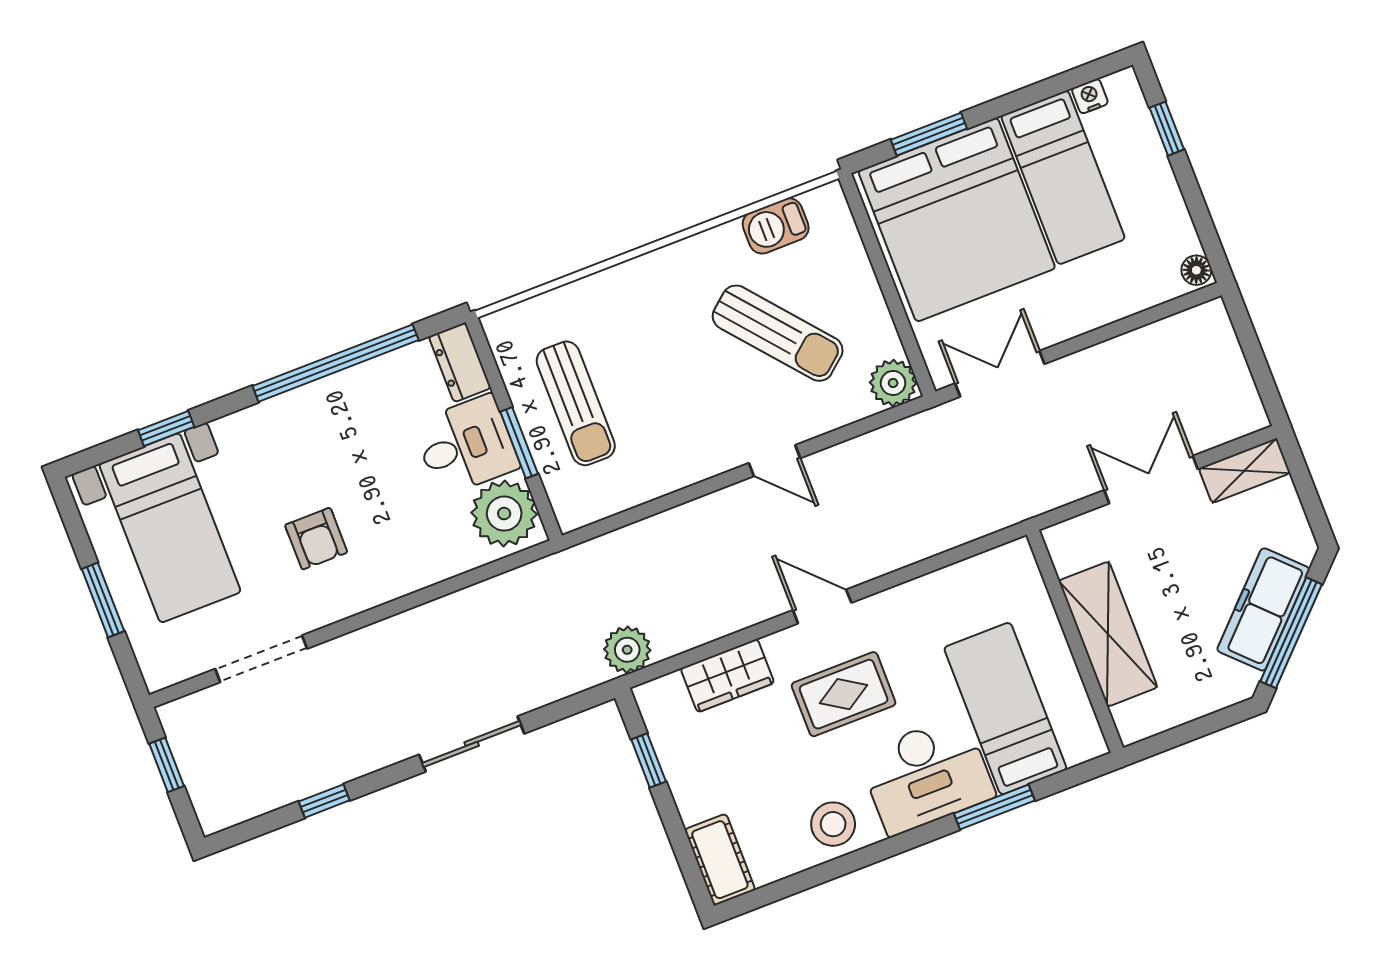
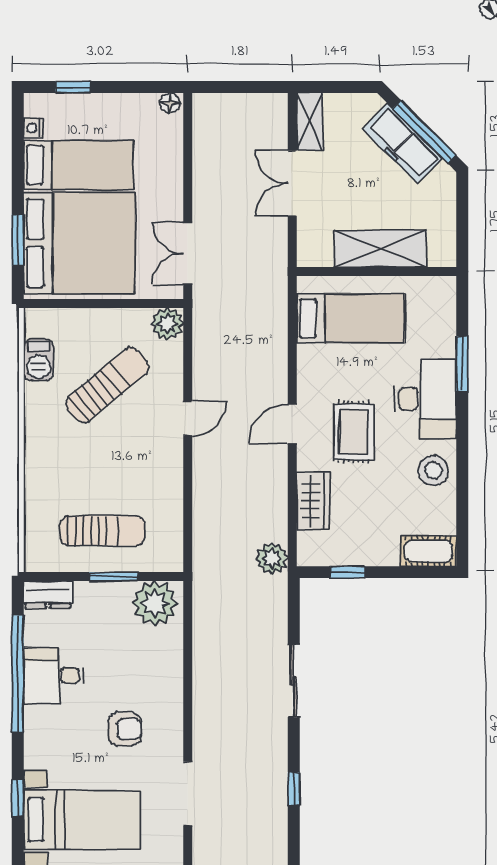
desk: (466, 445) -> (54, 676), moved, turned -90
bed: (1005, 709) -> (351, 318), moved, turned 180

